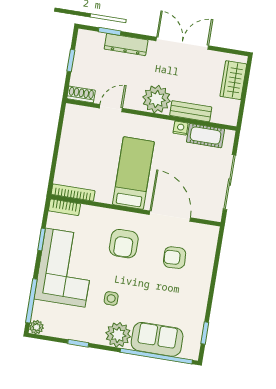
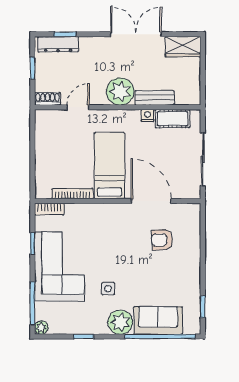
dresser: (126, 45) -> (58, 44), moved
wardrobe: (233, 80) -> (183, 47), moved, turned -90
bookcase: (73, 193) -> (73, 194), moved
armchair: (124, 244) -> (111, 234), removed

